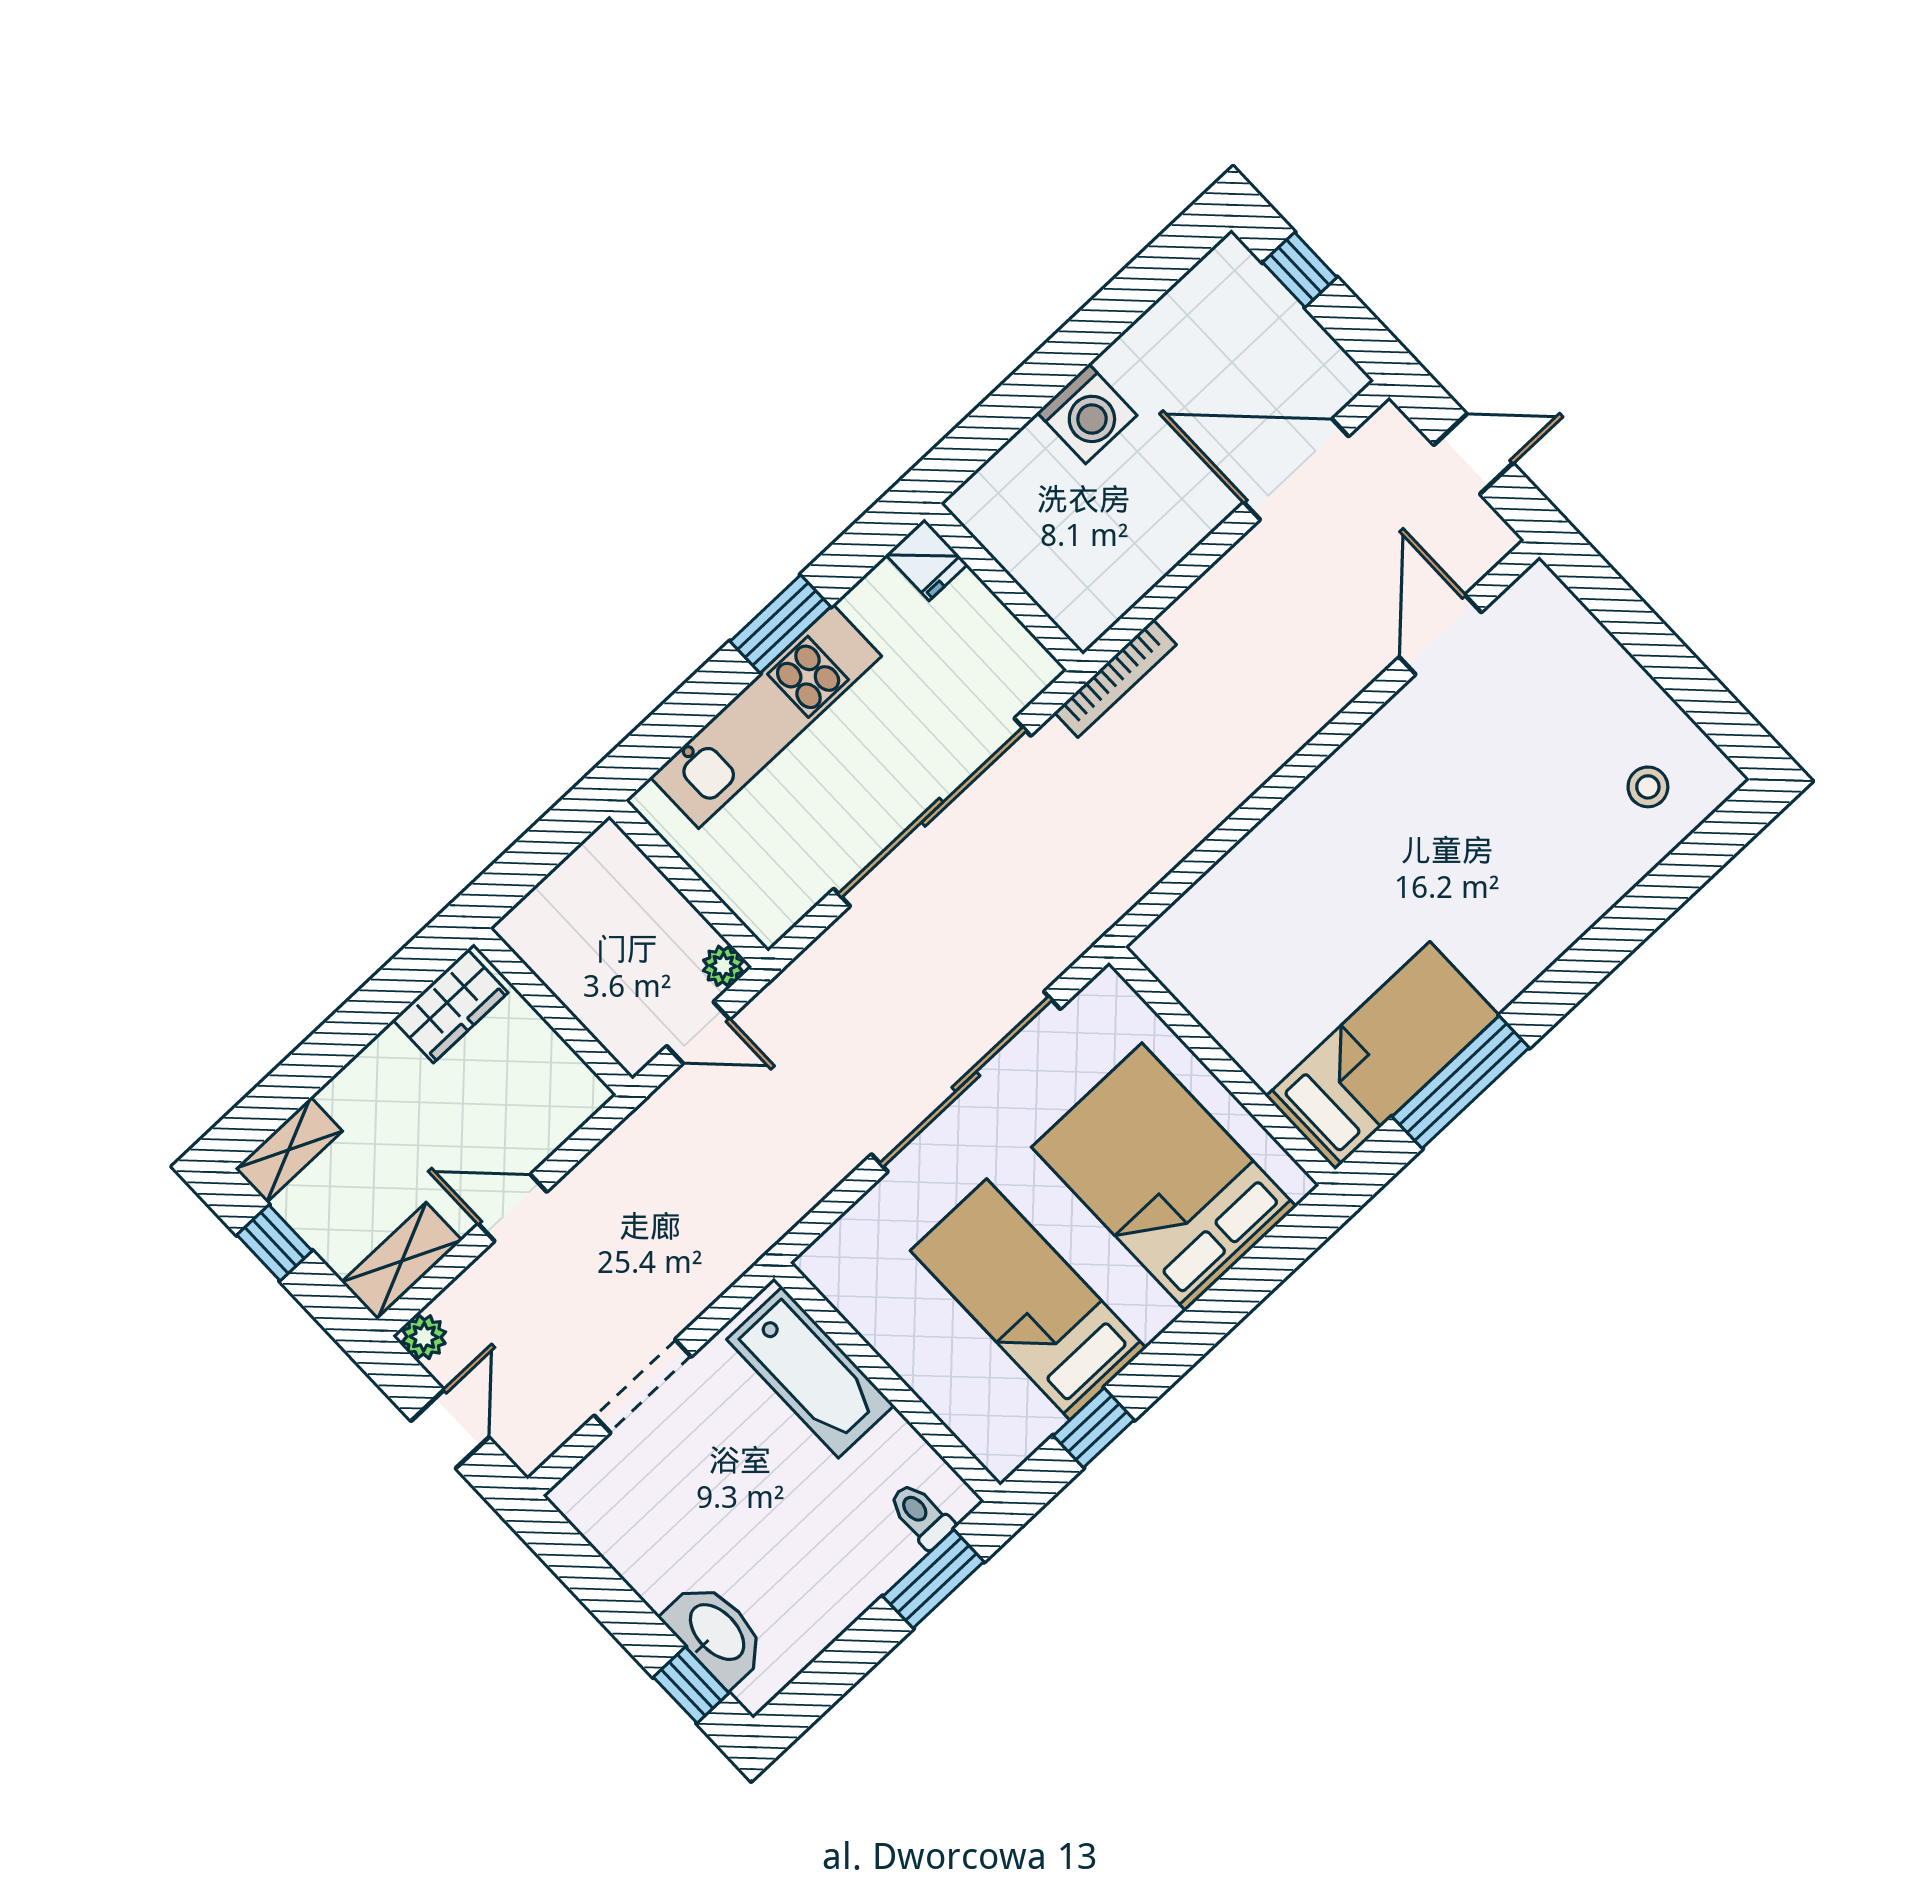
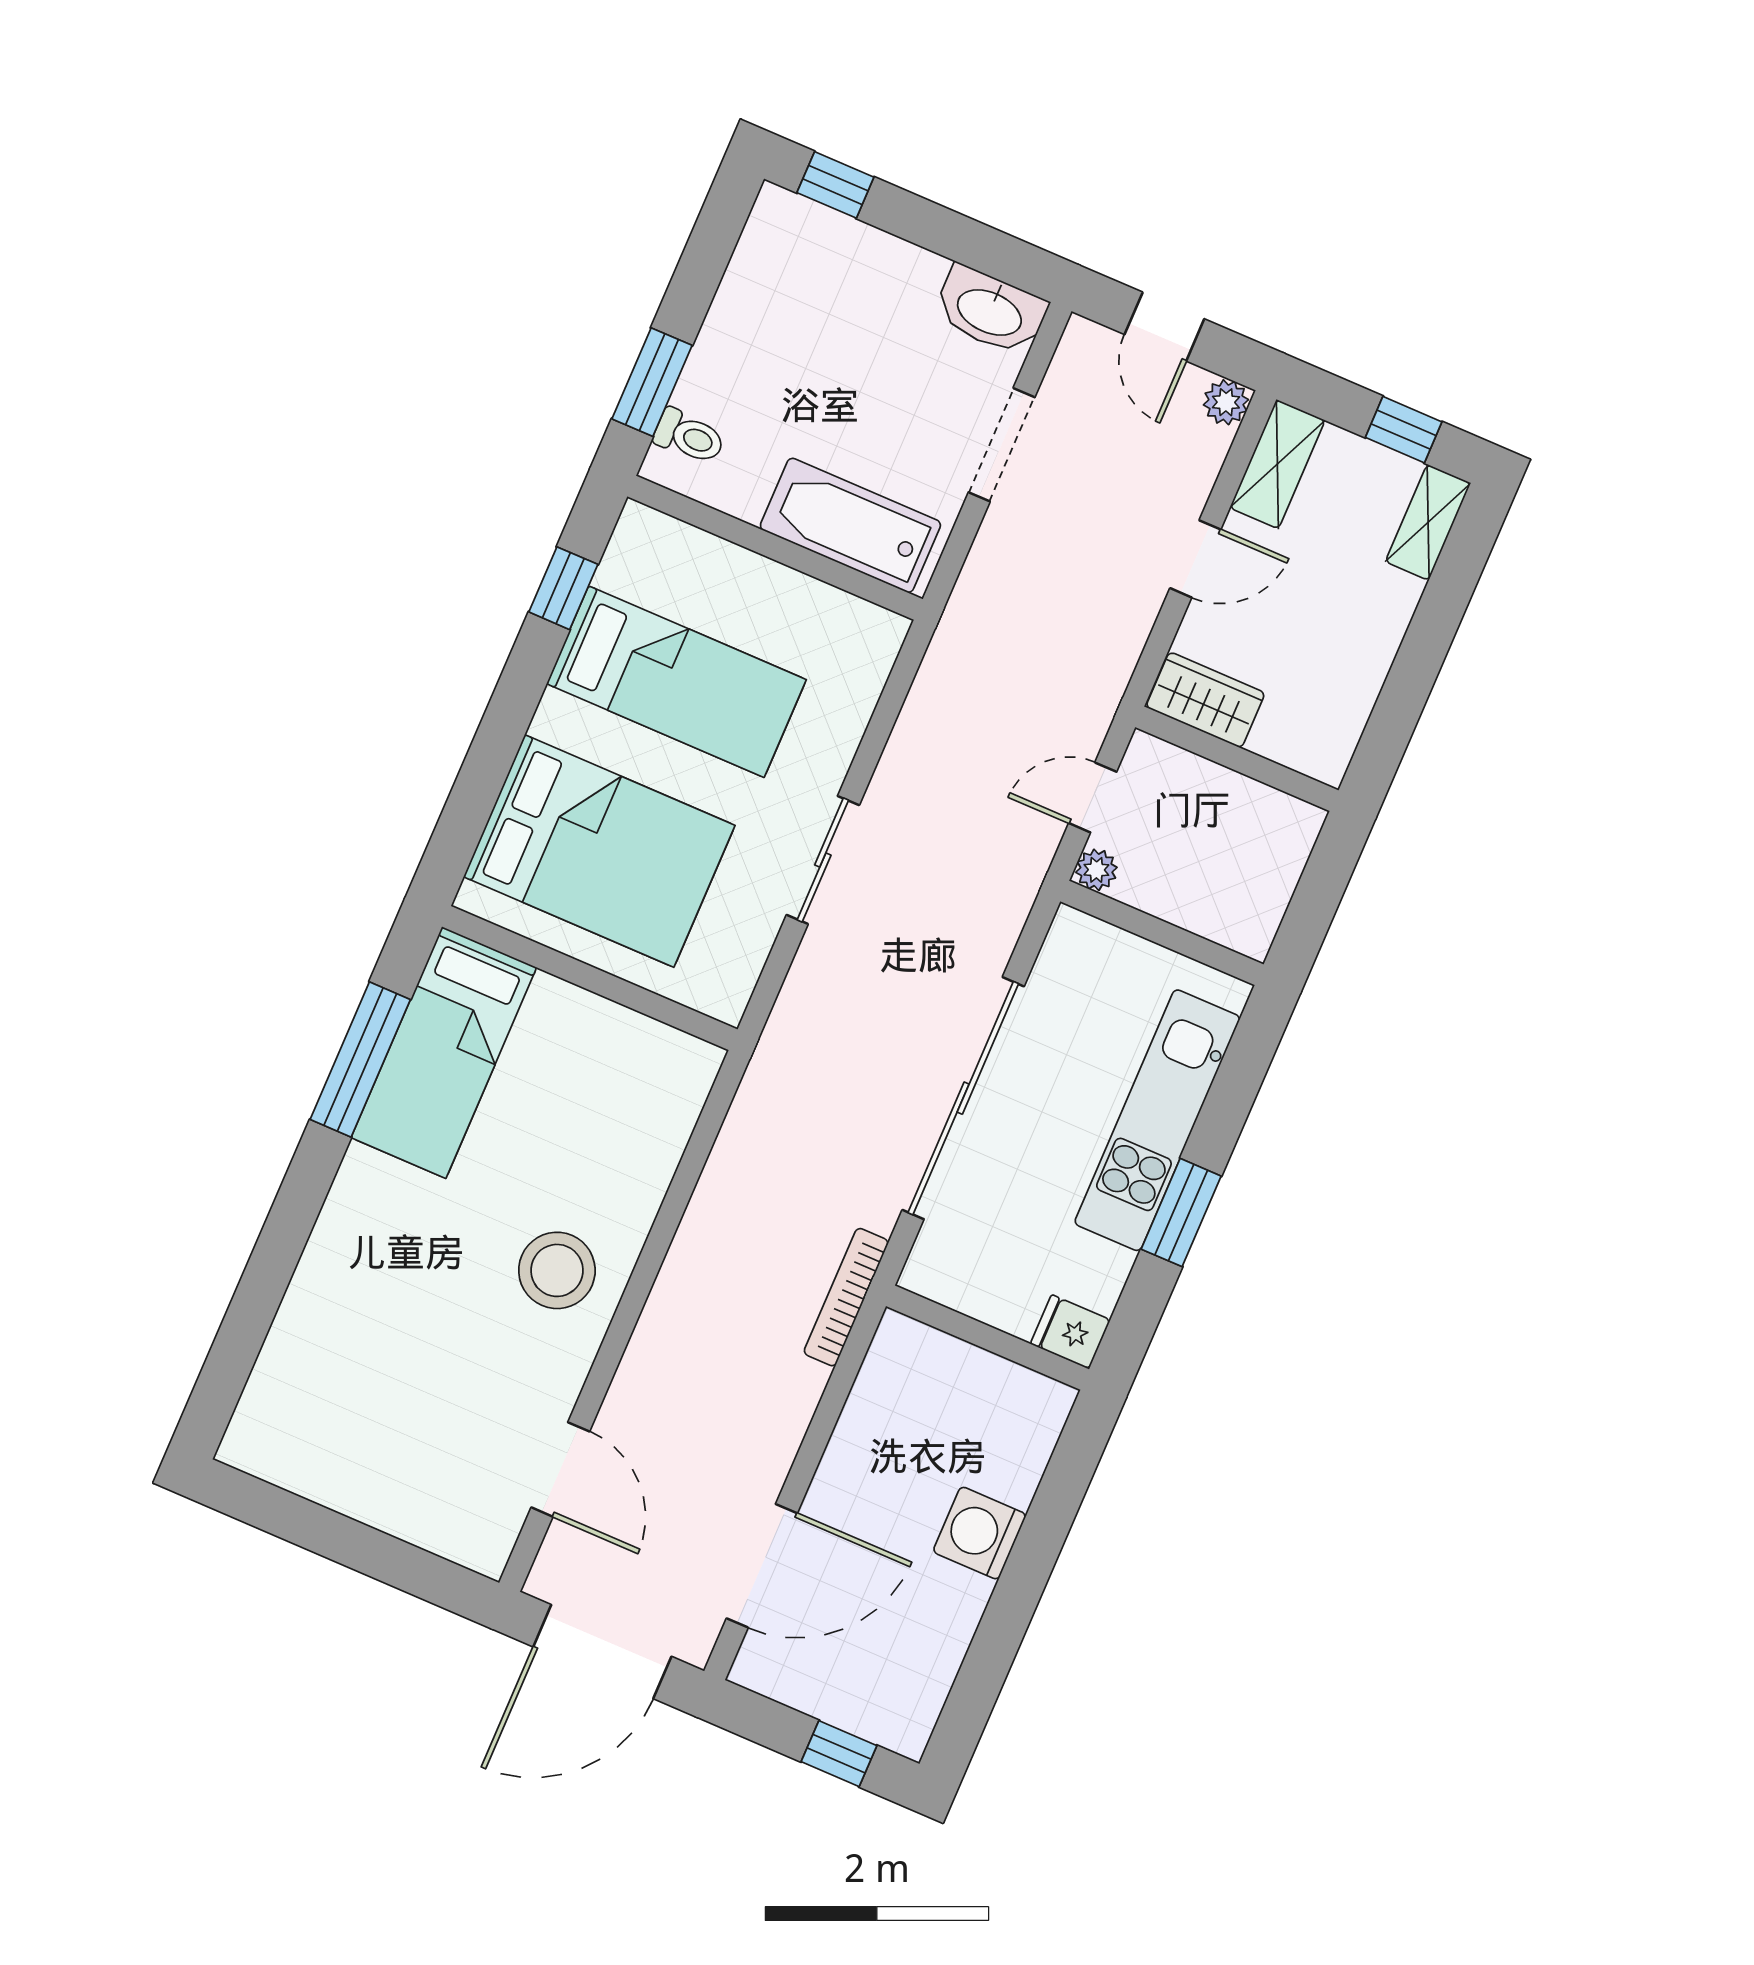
door: (1473, 454) -> (602, 1652), width x1.87
stool: (1648, 787) -> (557, 1270), moved, width x1.89, depth x1.89
wardrobe: (450, 1006) -> (1205, 700), moved, turned 90
sliding door: (966, 1082) -> (823, 860), width x0.54
washbasin: (716, 1633) -> (990, 311), moved

